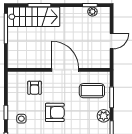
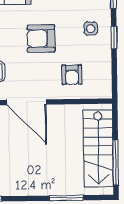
stairs: (34, 17) -> (98, 149), moved, turned -90
armchair: (34, 88) -> (72, 75), turned 180

